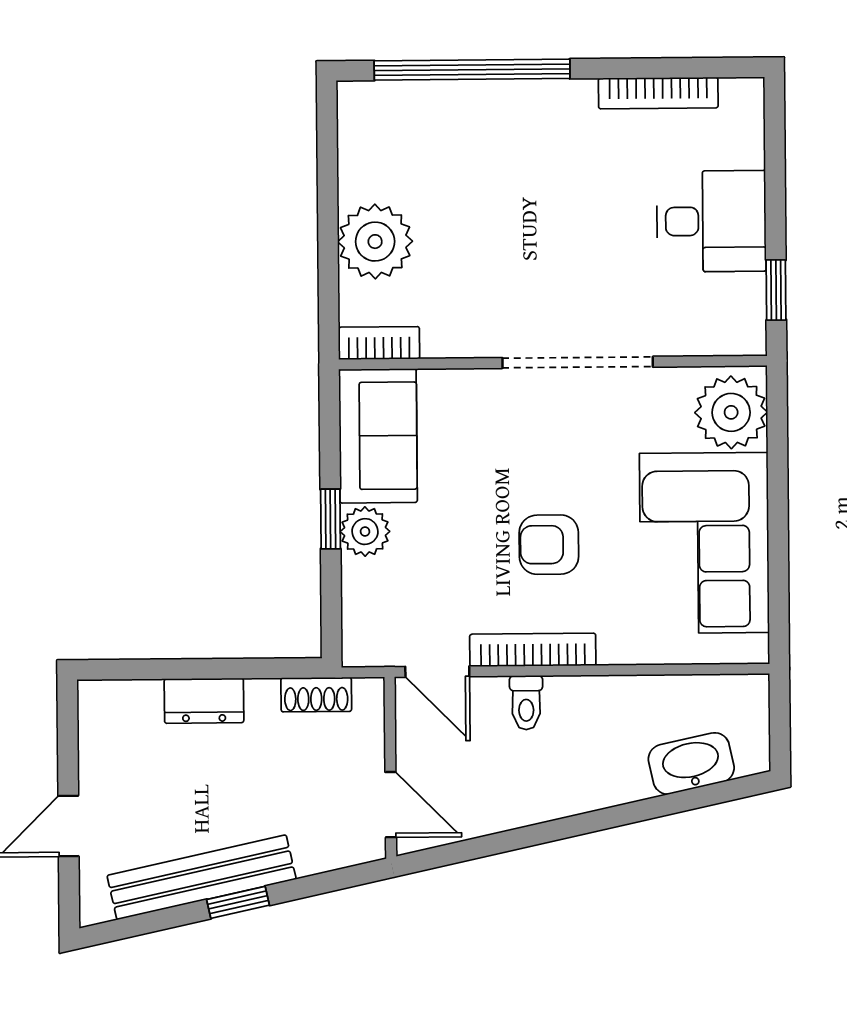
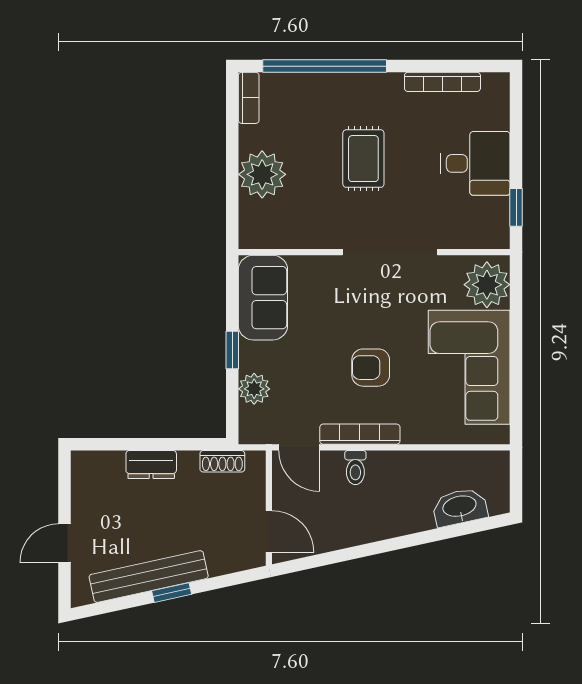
rug: (535, 215) -> (363, 159), added
bookcase: (379, 343) -> (249, 98), moved, turned 90
plant: (365, 532) -> (254, 389), moved

